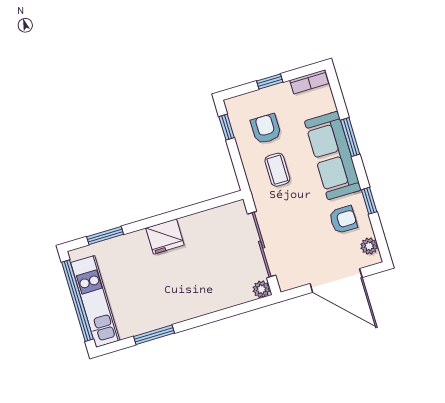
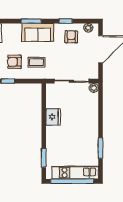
sofa: (333, 156) -> (38, 32), width x0.73
fridge: (165, 236) -> (53, 117), moved

